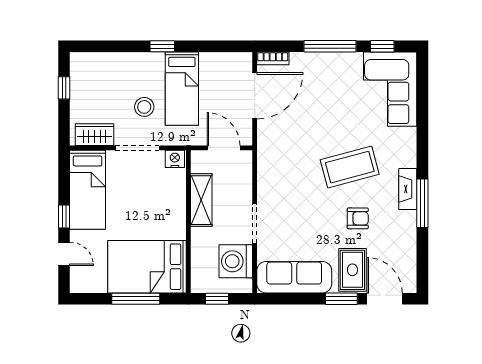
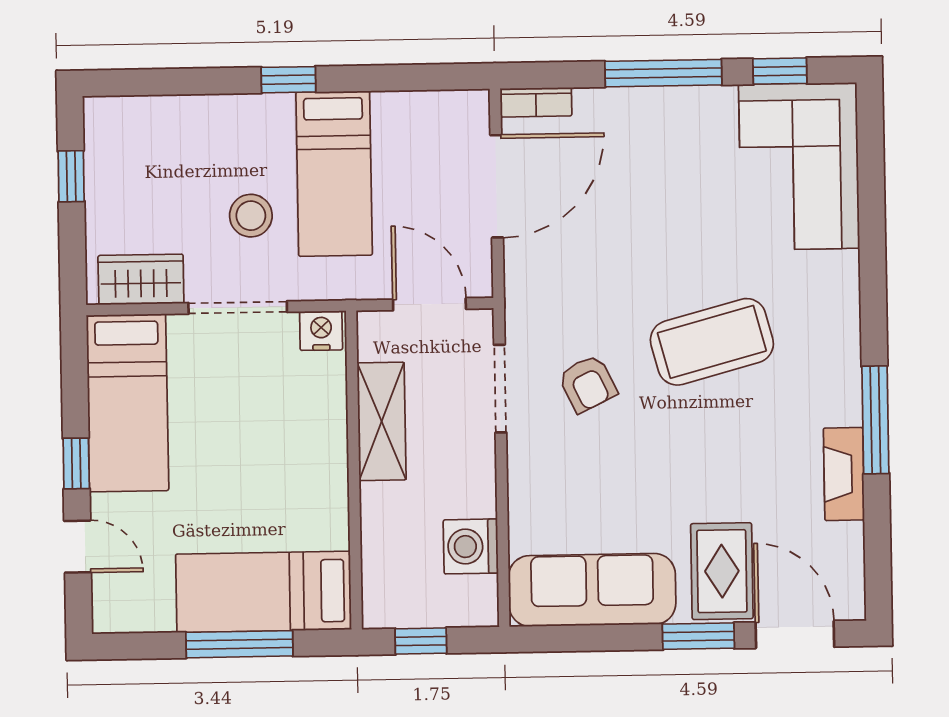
fireplace: (408, 189) -> (844, 474), moved
armchair: (358, 218) -> (588, 384), moved, turned 64
doorway: (255, 223) -> (500, 389), moved
washing machine: (236, 261) -> (471, 546), width x0.73, depth x0.73
bed: (147, 267) -> (264, 592), width x0.67

